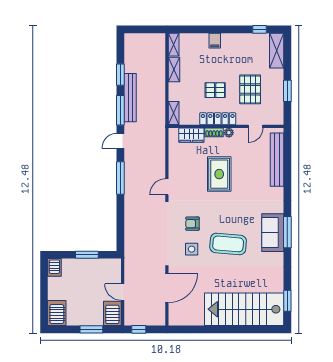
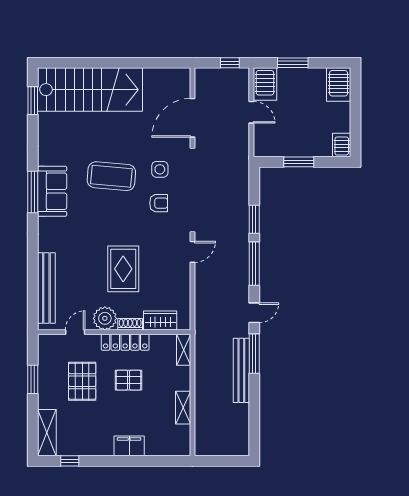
filing cabinet: (215, 41) -> (129, 446), width x2.00
shelving: (174, 45) -> (184, 441), removed
window: (120, 75) -> (254, 219), moved
plant: (229, 133) -> (105, 318), width x1.88, depth x1.88

